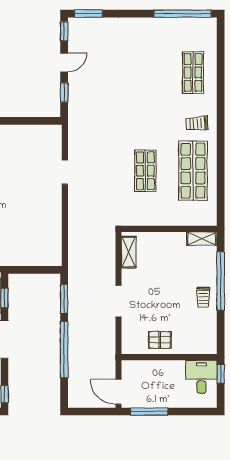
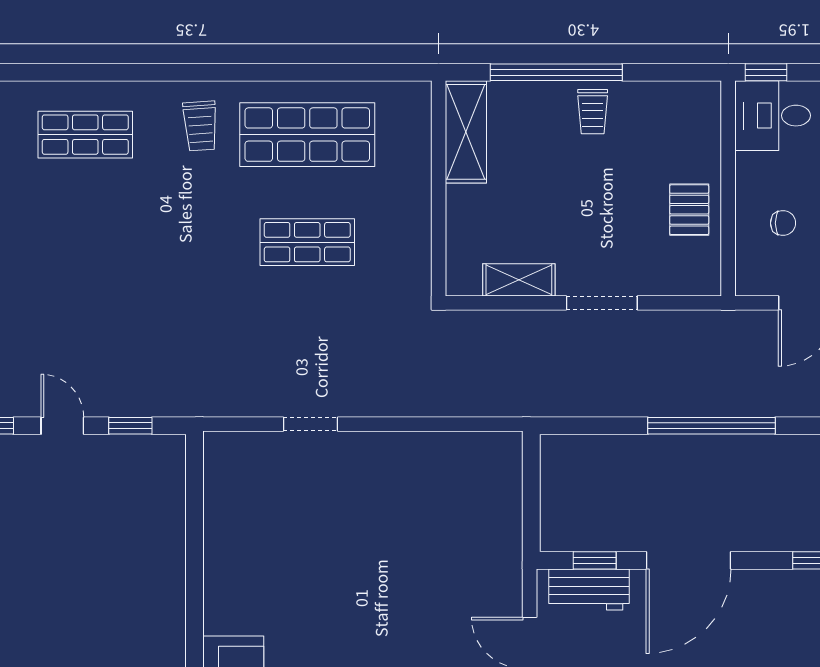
shelving: (202, 239) -> (466, 132), width x1.50, depth x1.33
shelving: (129, 252) -> (519, 280), moved
trolley: (203, 297) -> (593, 112), turned 90
window: (64, 299) -> (596, 426), removed
chair: (154, 381) -> (783, 223), added

